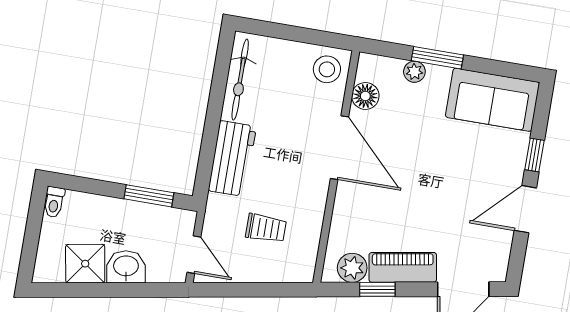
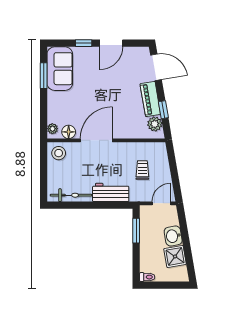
window: (437, 58) -> (44, 76), moved
plant: (414, 72) -> (52, 129), moved
door: (525, 209) -> (111, 43), hinge flipped

